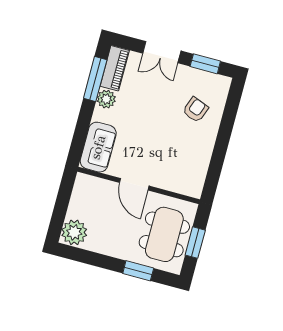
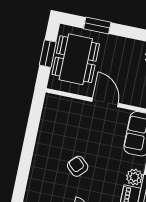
armchair: (195, 110) -> (78, 166), moved, turned 112

